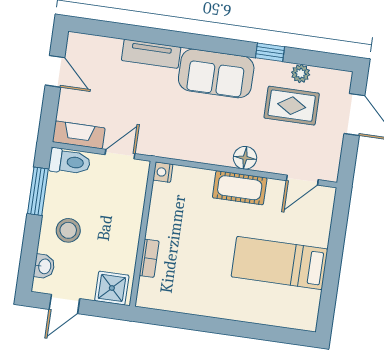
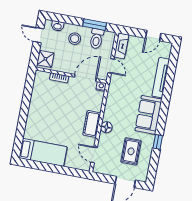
tv unit: (151, 54) -> (161, 78), width x1.41
plant: (301, 74) -> (147, 156), removed
toilet: (70, 162) -> (97, 39), moved
door: (147, 205) -> (85, 78), added
bed: (279, 263) -> (43, 152), moved, turned 90

